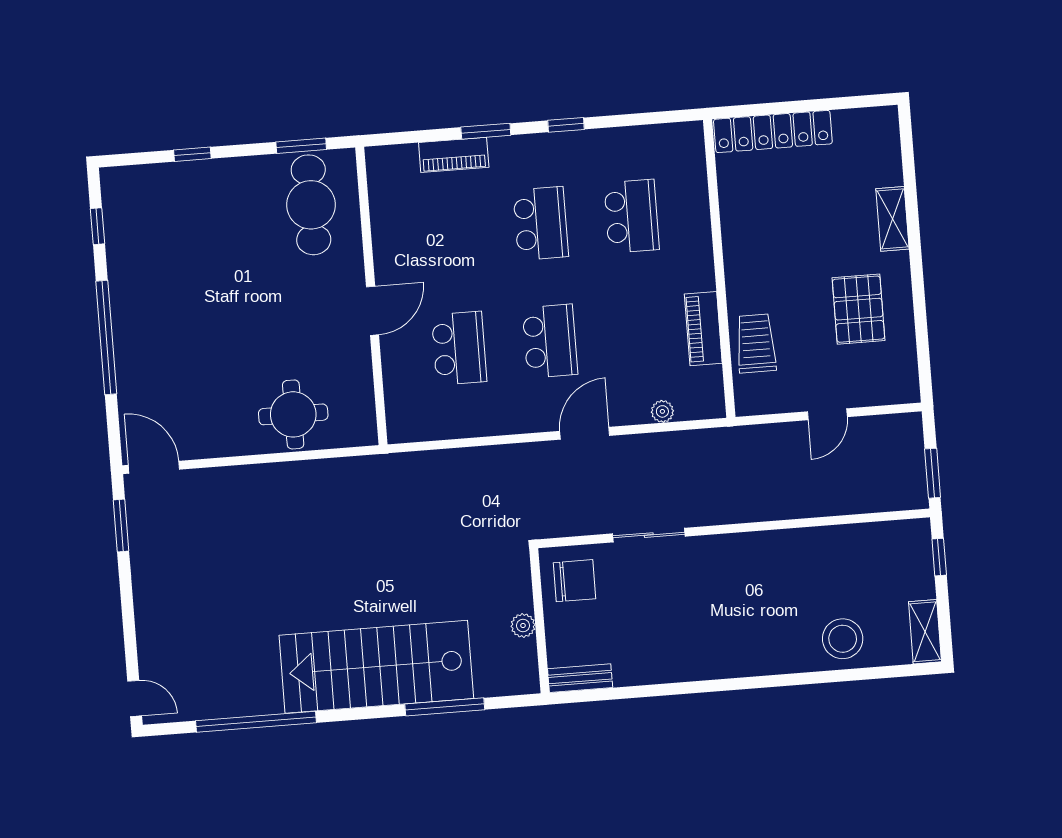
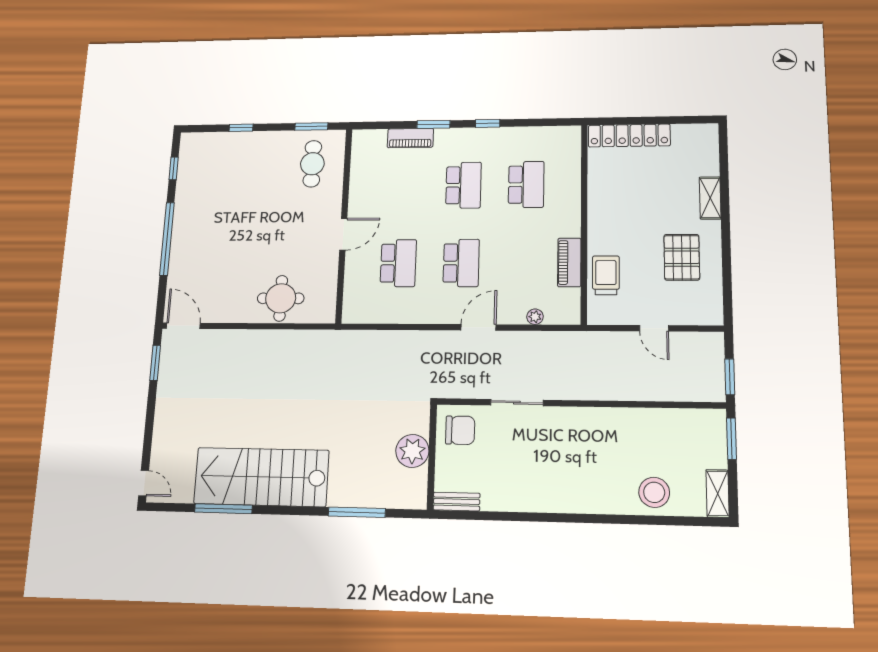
cafe table: (311, 205) -> (312, 164), width x0.73, depth x0.74
door: (827, 414) -> (654, 328), hinge flipped
window: (939, 557) -> (731, 439), width x1.50
plant: (523, 626) -> (412, 451), width x1.88, depth x1.88
stairs: (376, 667) -> (261, 477), moved
window: (256, 722) -> (223, 509), width x0.68

